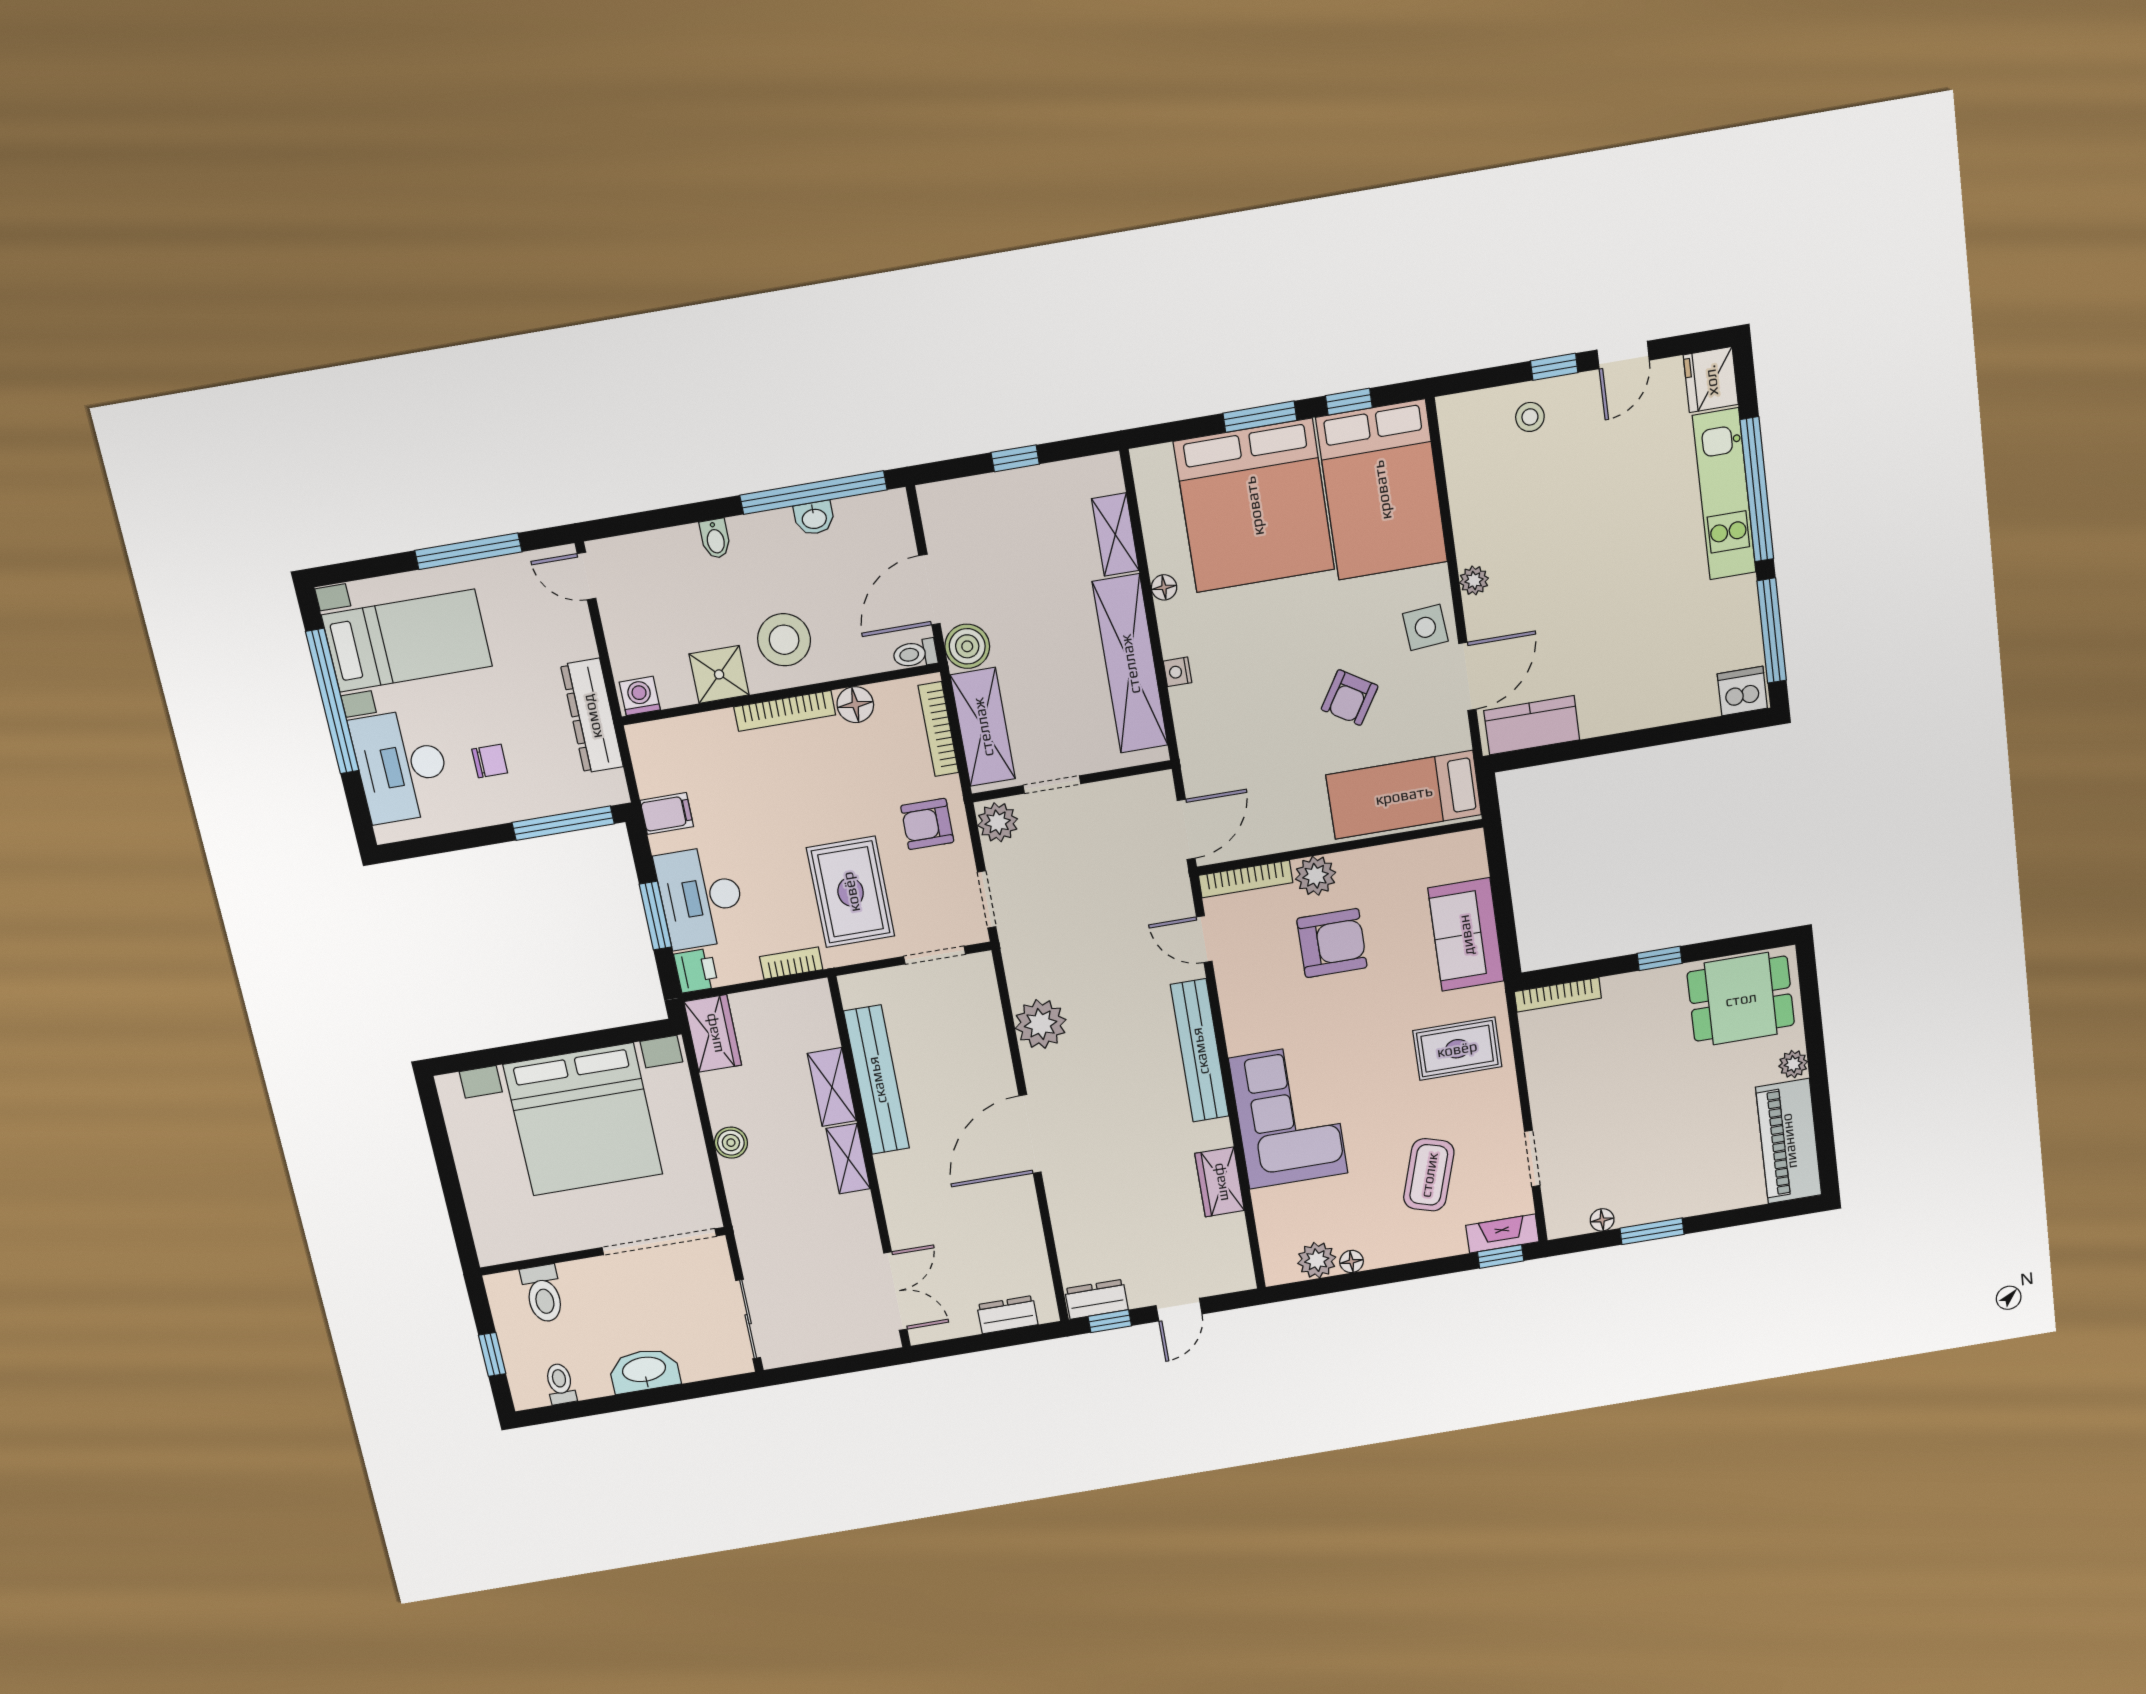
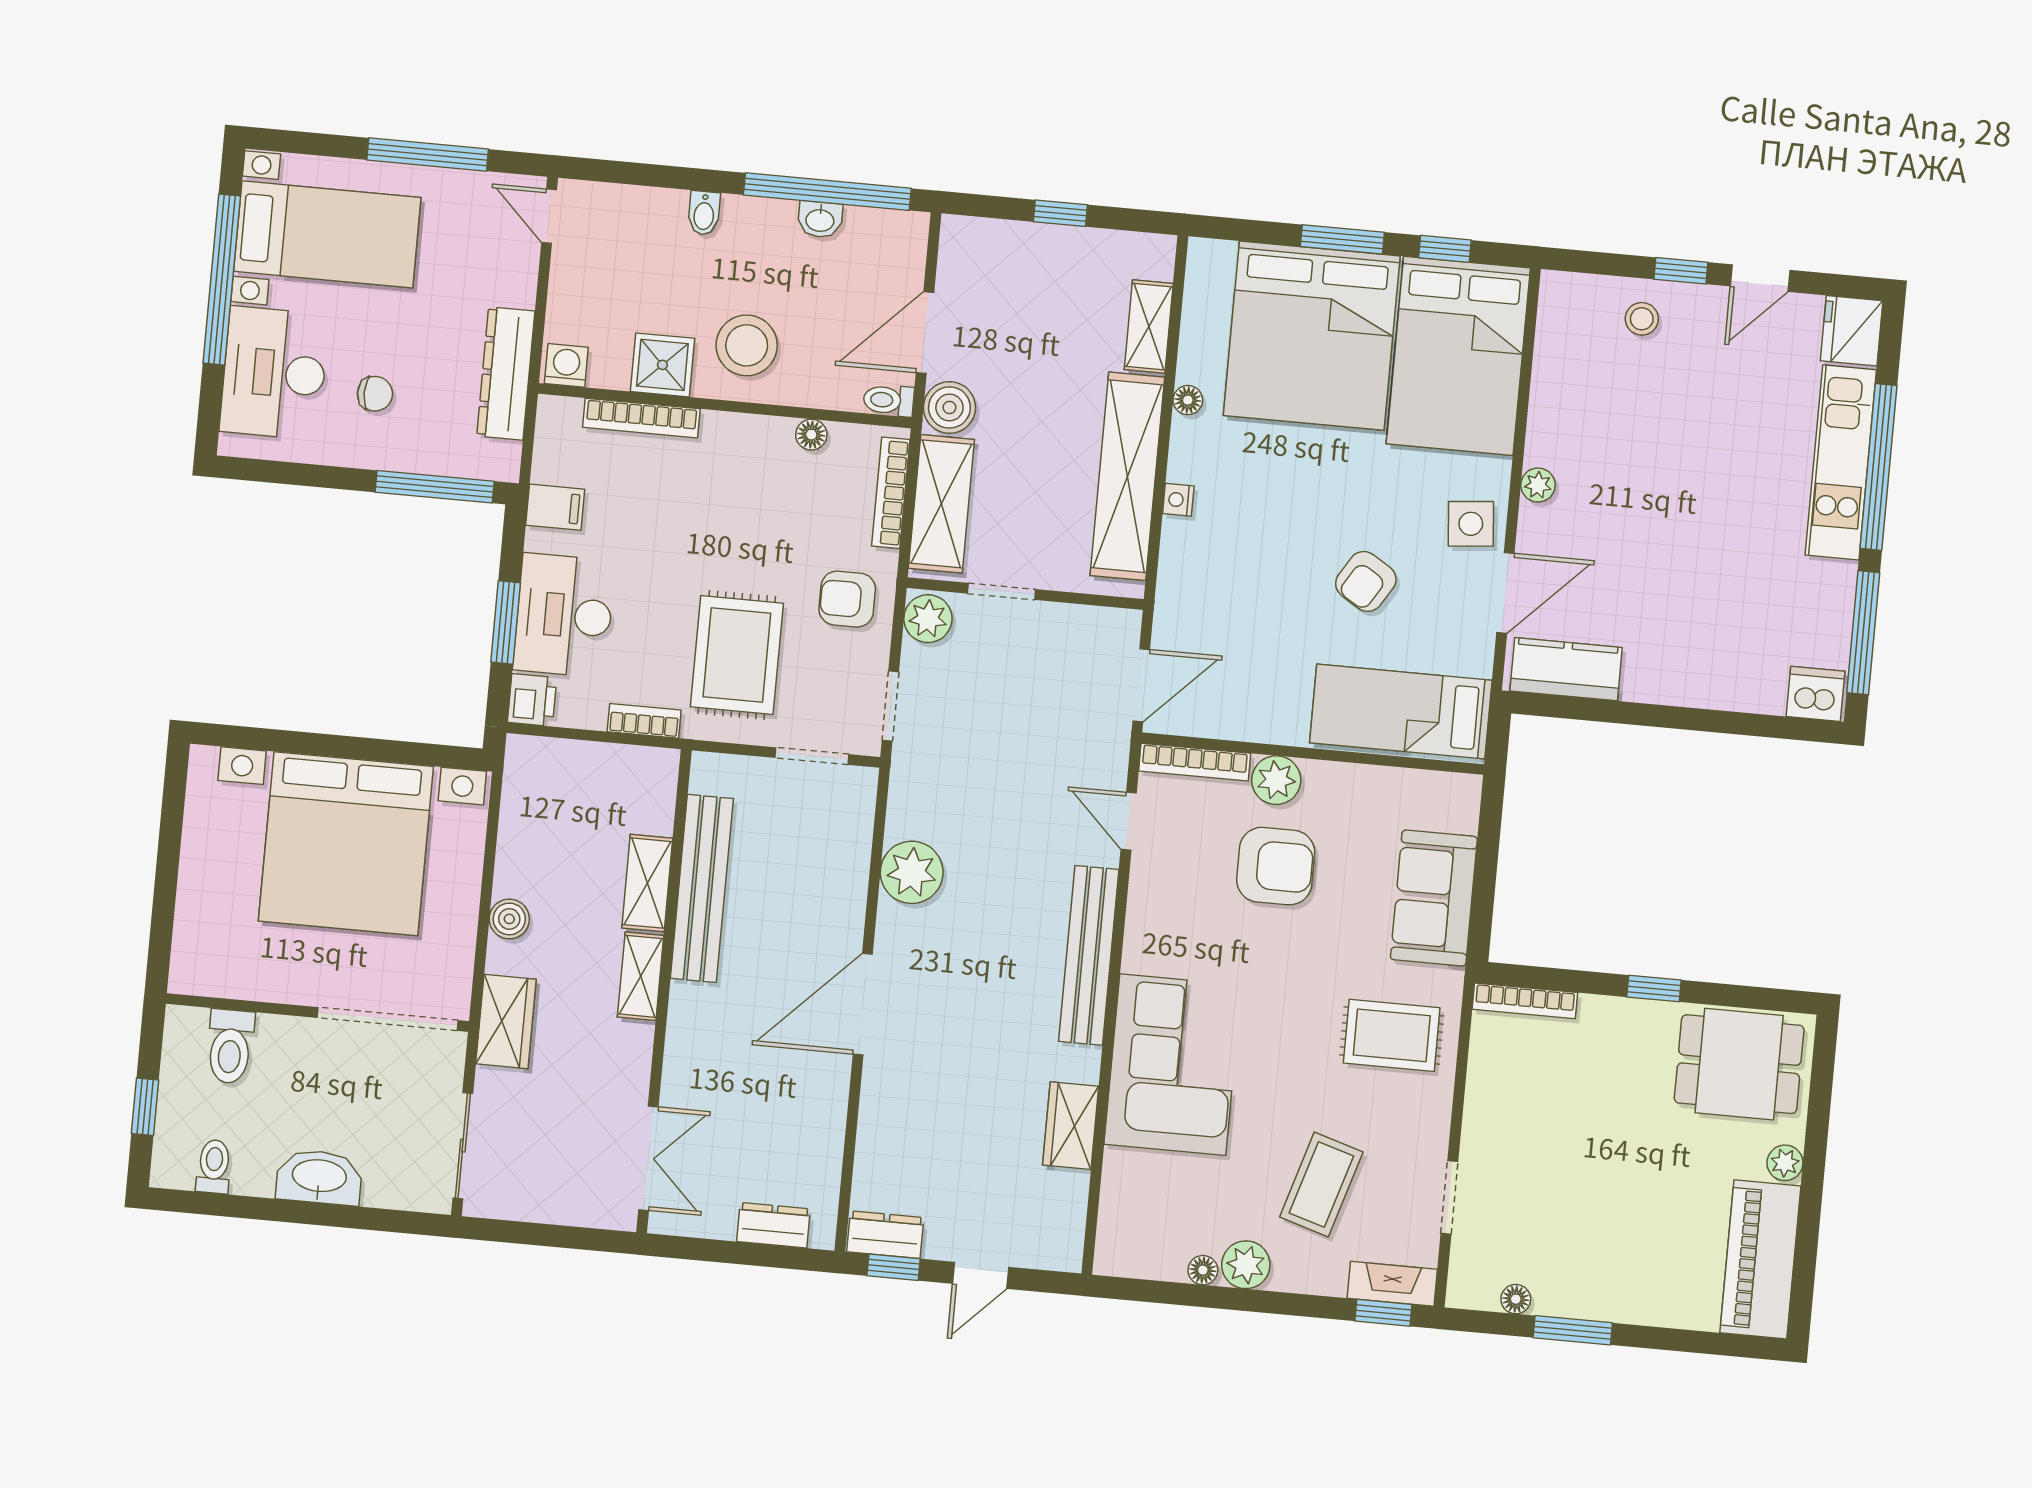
floor lamp: (855, 705) -> (811, 435), width x0.73, depth x0.73
bookcase: (785, 711) -> (641, 418), moved
wardrobe: (713, 1033) -> (506, 1022), moved
plant: (1317, 1260) -> (1246, 1265), moved

